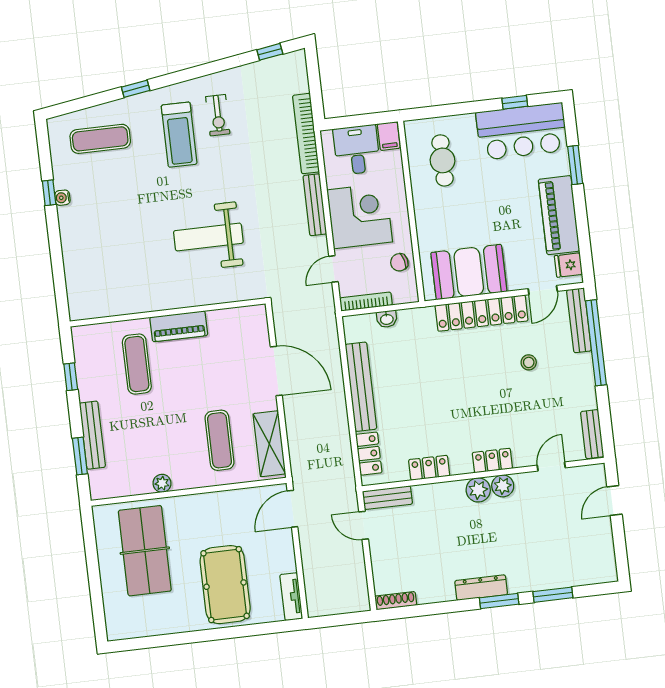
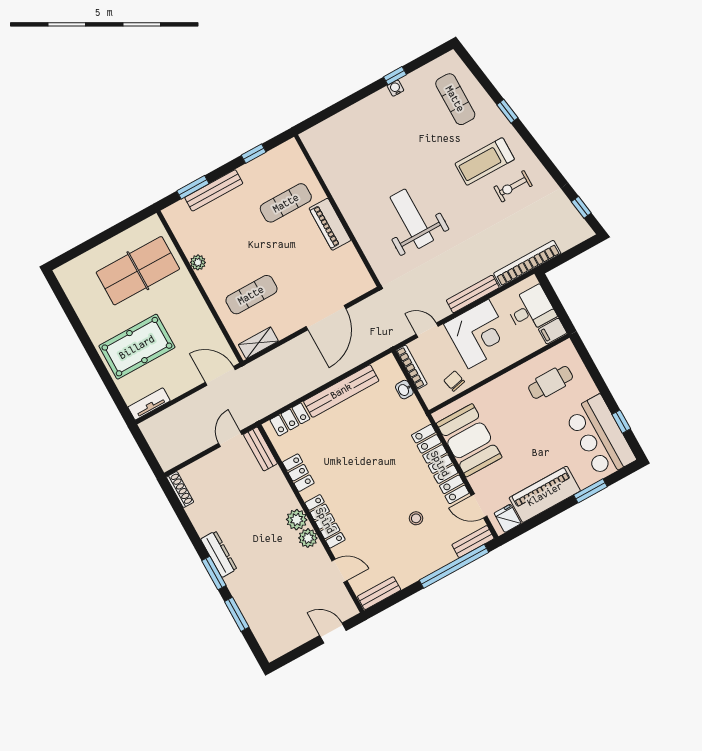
bench: (579, 320) -> (473, 542), width x0.73
shelving: (269, 444) -> (258, 343), width x0.67, depth x0.75
locker: (492, 461) -> (325, 521), width x1.53

